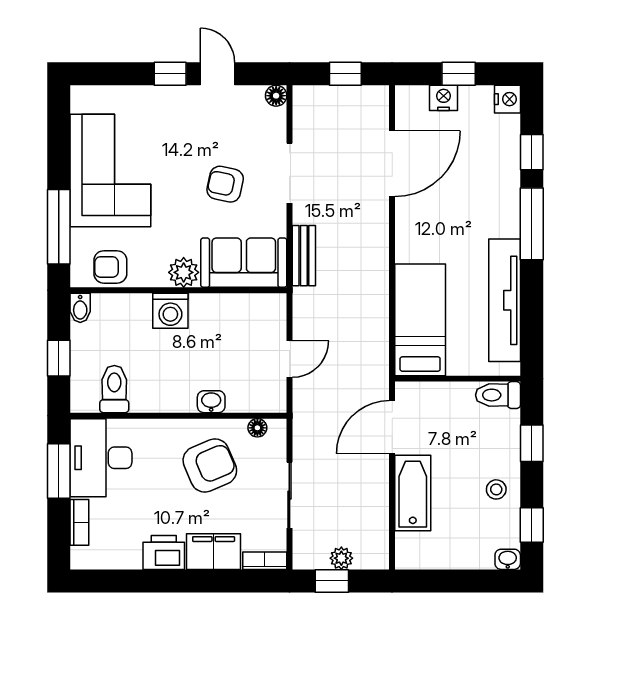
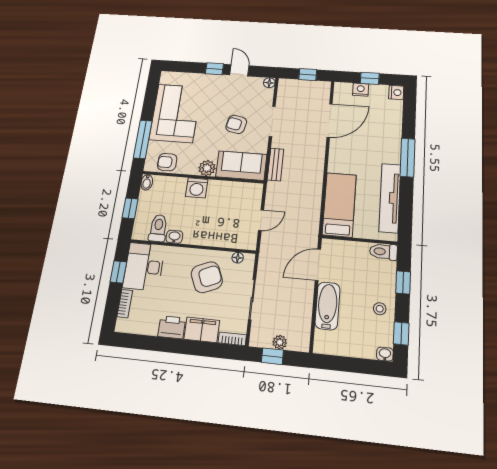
window: (532, 152) -> (409, 120), removed
washbasin: (211, 402) -> (174, 237), moved
window: (59, 471) -> (118, 272), width x0.67

